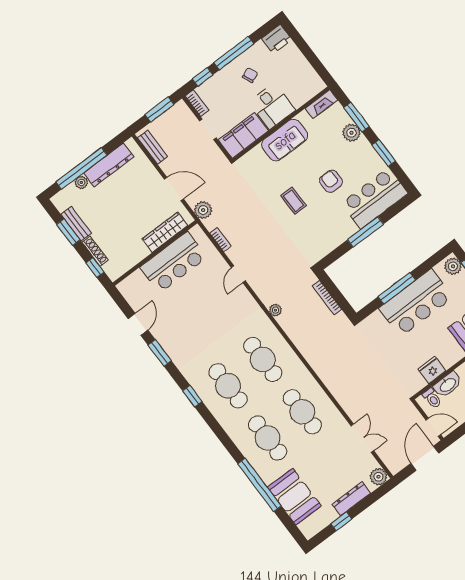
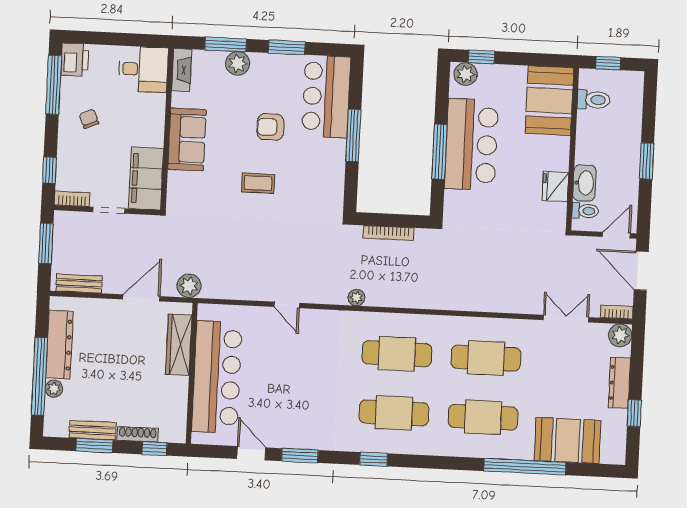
window: (234, 53) -> (54, 85), moved
desk: (272, 106) -> (143, 69), moved
bookcase: (220, 240) -> (617, 312), moved
bar counter: (173, 262) -> (217, 377), width x1.36

